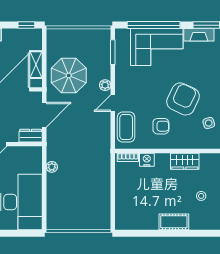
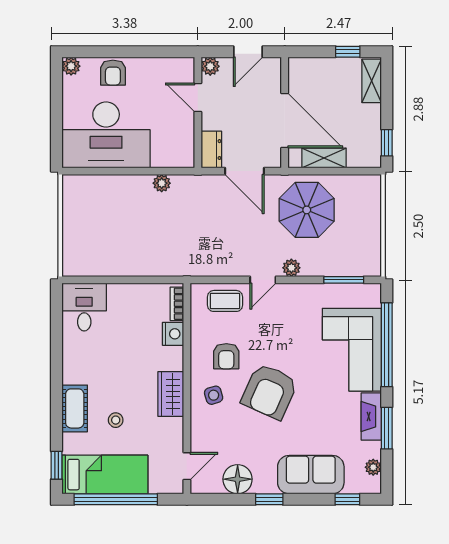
armchair: (183, 99) -> (270, 391), turned 89
door: (113, 103) -> (263, 280), swing flipped
side table: (209, 123) -> (214, 395), moved
coffee table: (126, 127) -> (225, 301), width x0.73, depth x0.77
desk: (130, 216) -> (84, 307), added
cot: (174, 222) -> (75, 408), moved

